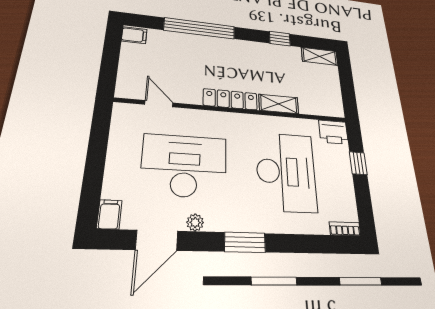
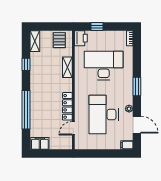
filing cabinet: (134, 35) -> (40, 143), width x2.00
pallet: (326, 95) -> (59, 40), added
locker: (230, 99) -> (67, 106), moved

